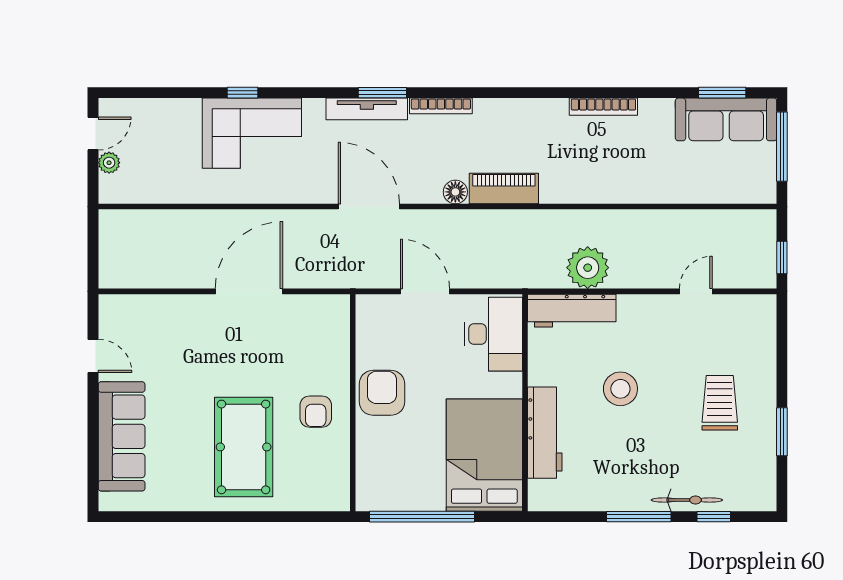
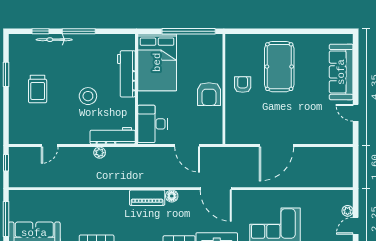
plant: (588, 268) -> (100, 153), width x0.53, depth x0.53

